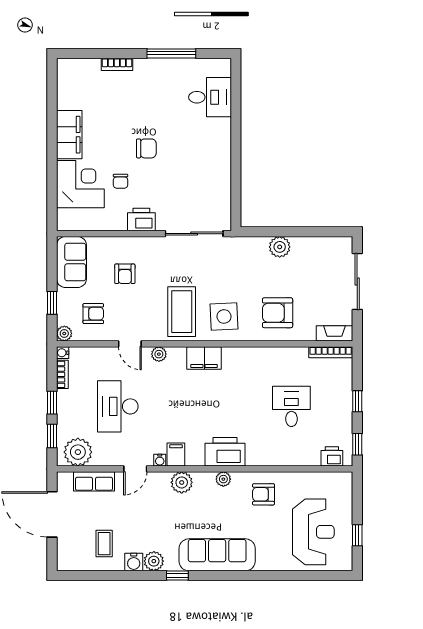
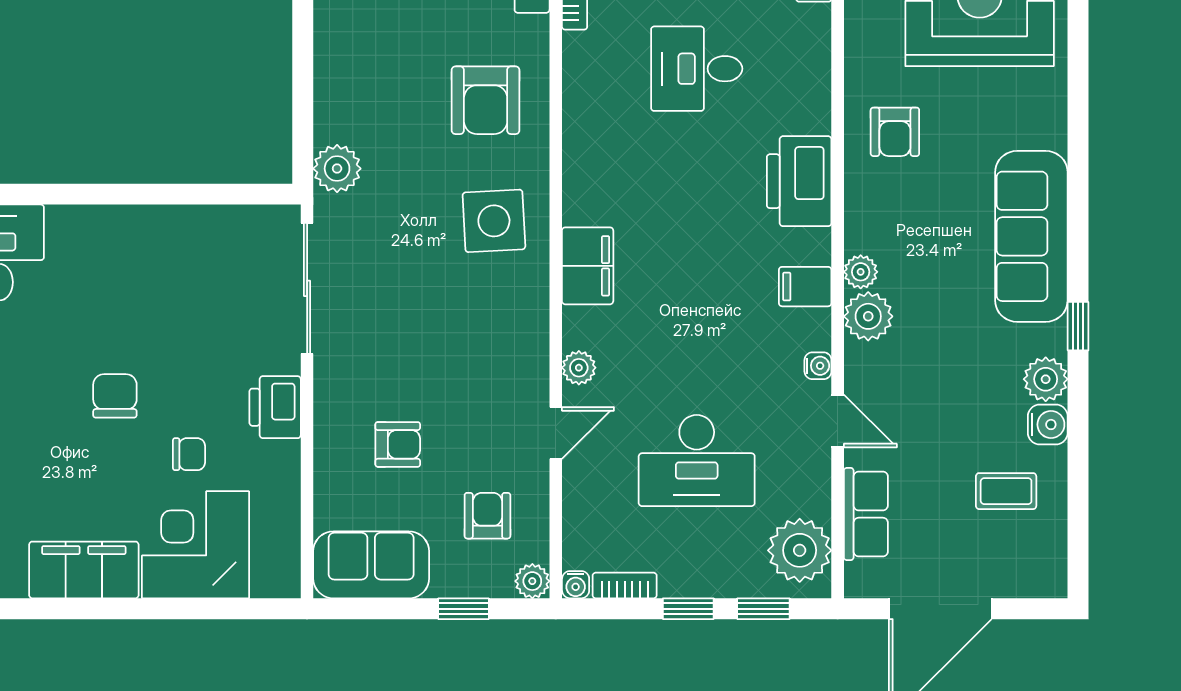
plant: (280, 247) -> (337, 169), moved
coffee table: (182, 312) -> (483, 316), removed
printer: (225, 452) -> (799, 181), moved
filing cabinet: (176, 454) -> (805, 287), moved
plant: (223, 479) -> (861, 272), moved

